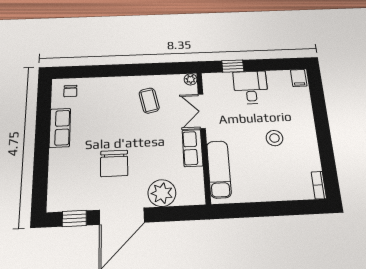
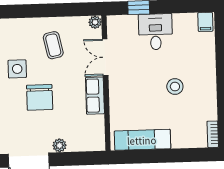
side table: (112, 123) -> (17, 69), added
chair: (114, 163) -> (40, 97), moved
exam couch: (219, 169) -> (142, 140), moved, turned -90
plant: (162, 193) -> (59, 145), width x0.53, depth x0.53

